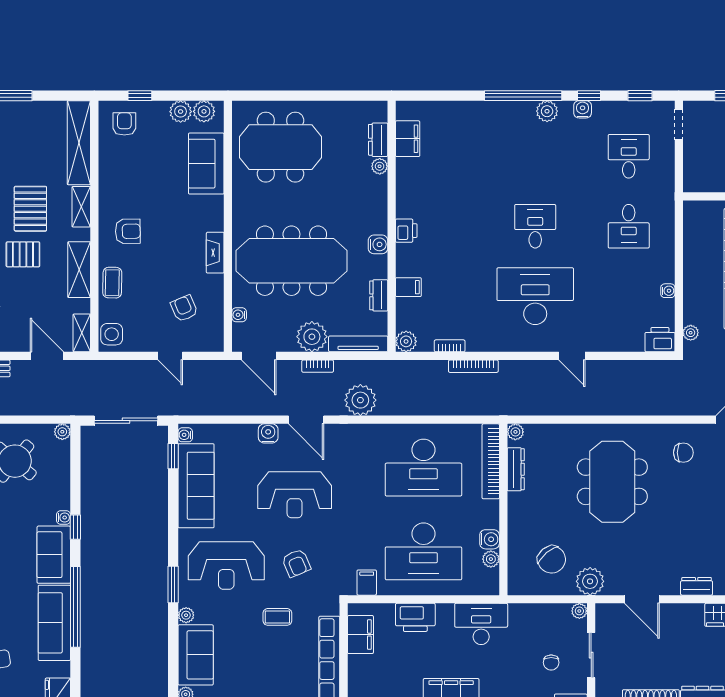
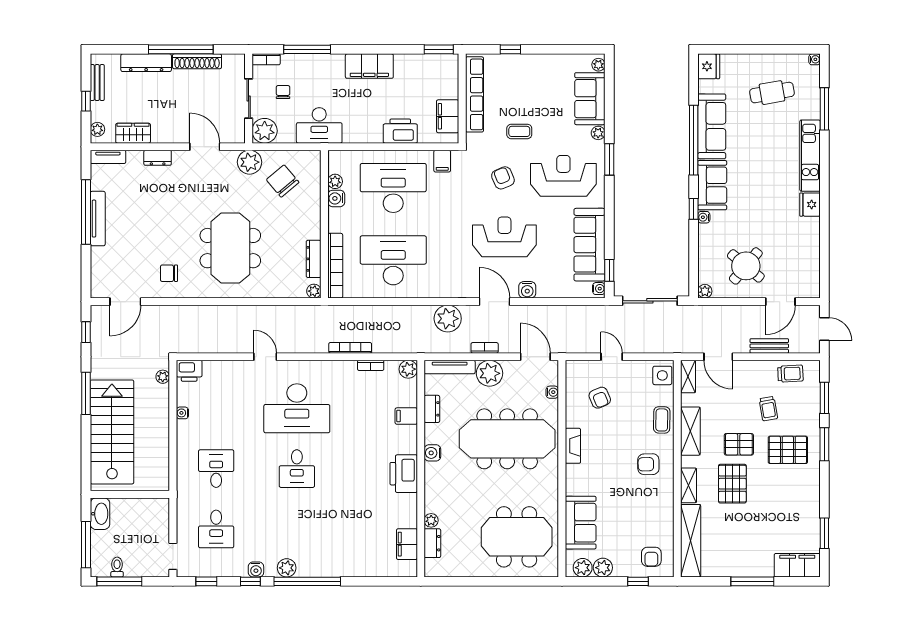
printer: (406, 231) -> (404, 474), width x1.87, depth x1.48
plant: (579, 611) -> (265, 131), width x1.87, depth x1.87
desk: (481, 624) -> (319, 125), moved

